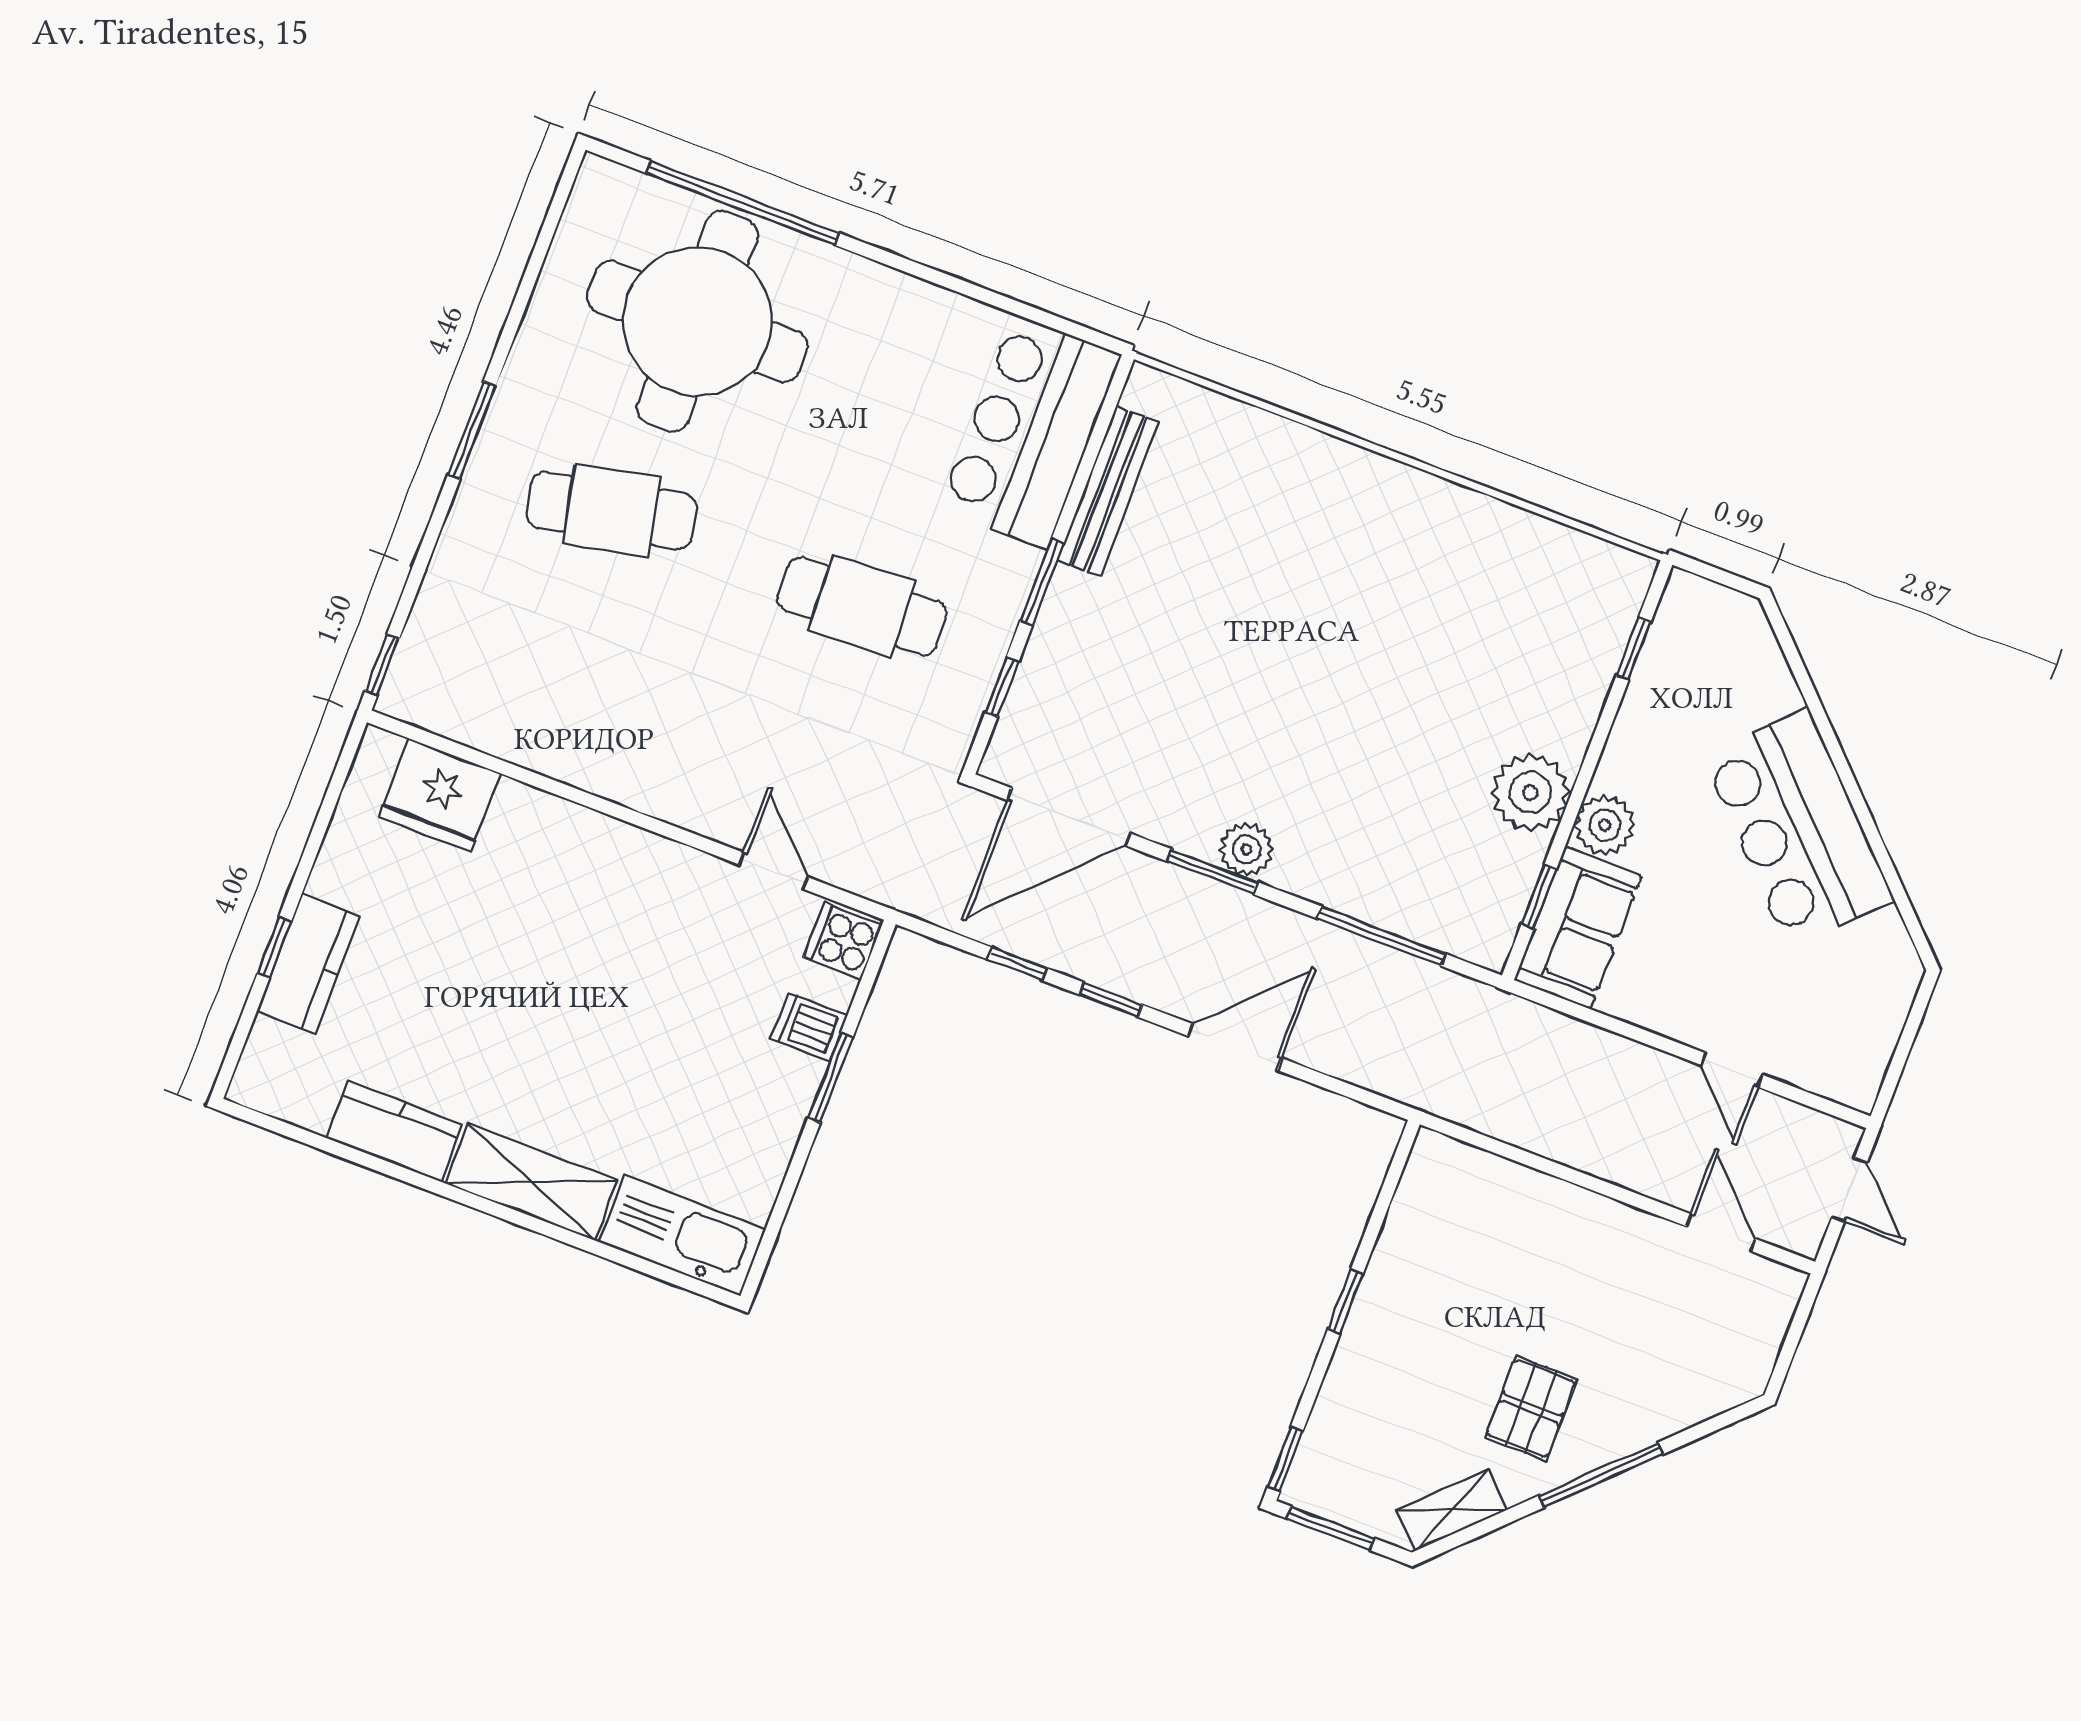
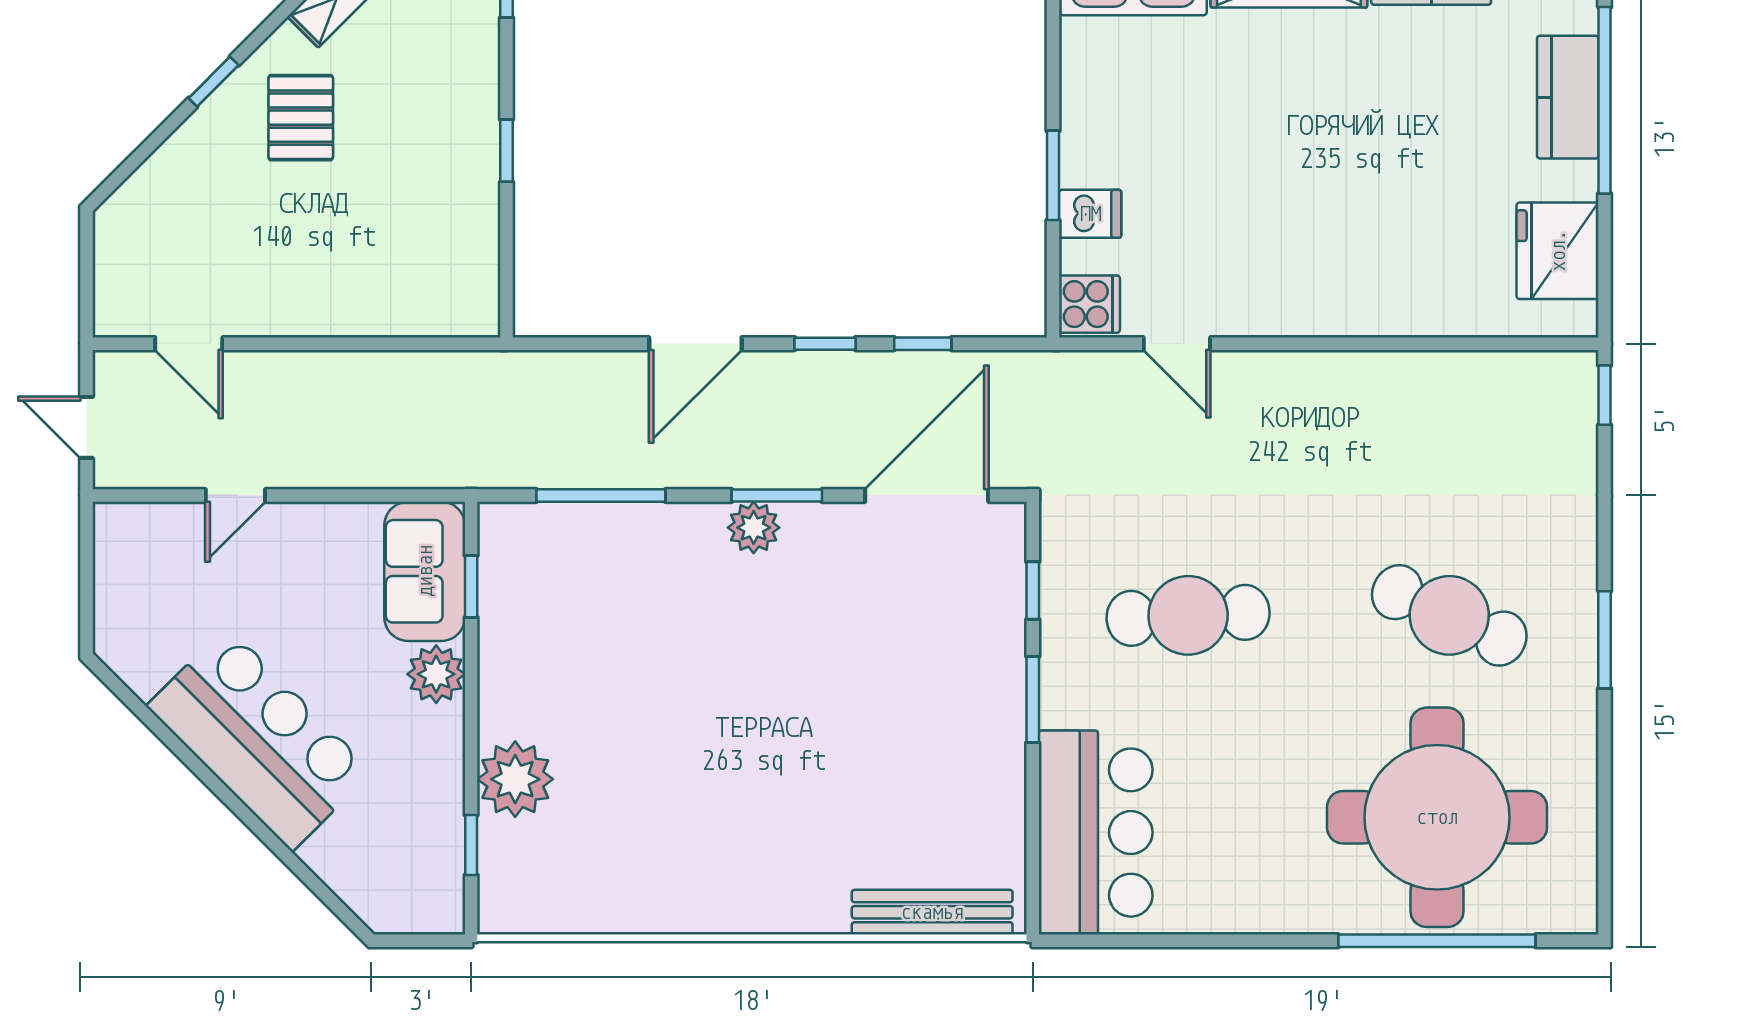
bench: (1108, 491) -> (932, 912), moved, turned 90
cafe table: (612, 511) -> (1449, 615), turned 36
plant: (1530, 792) -> (515, 779), moved
fridge: (440, 795) -> (1558, 251), moved, turned -90
window: (274, 948) -> (1605, 100), width x3.17
door: (1732, 1070) -> (235, 495), swing flipped
window: (1601, 1475) -> (214, 82), width x0.46

